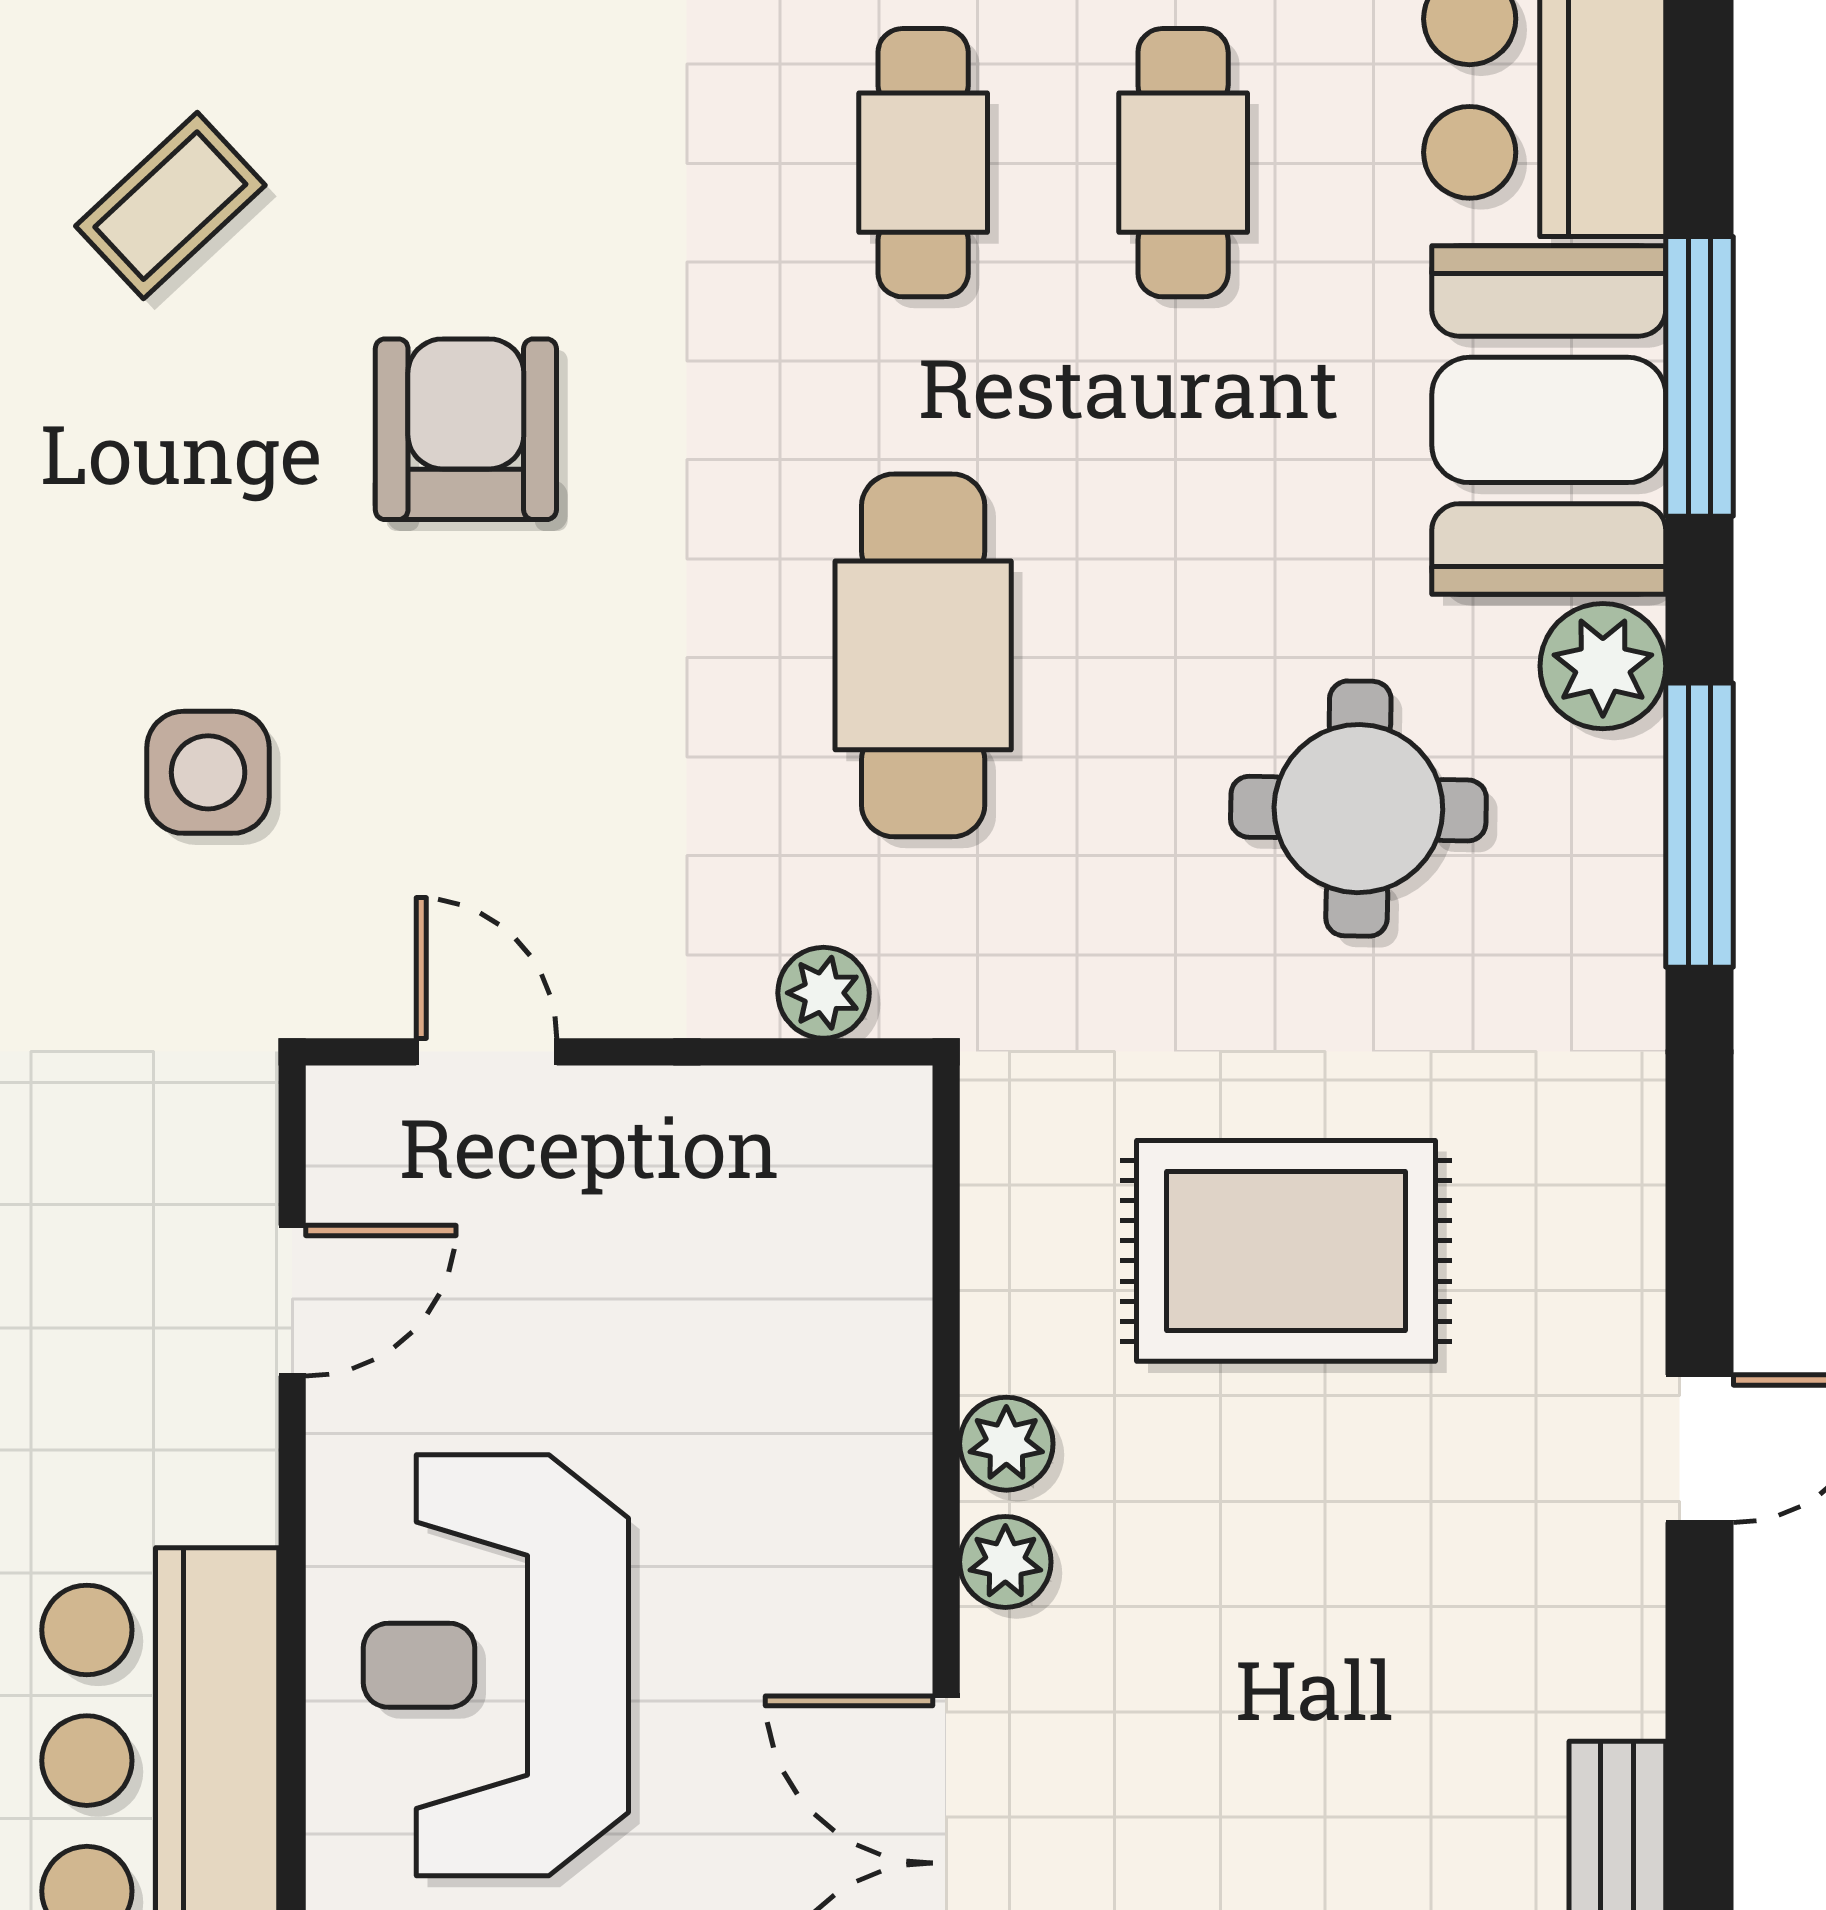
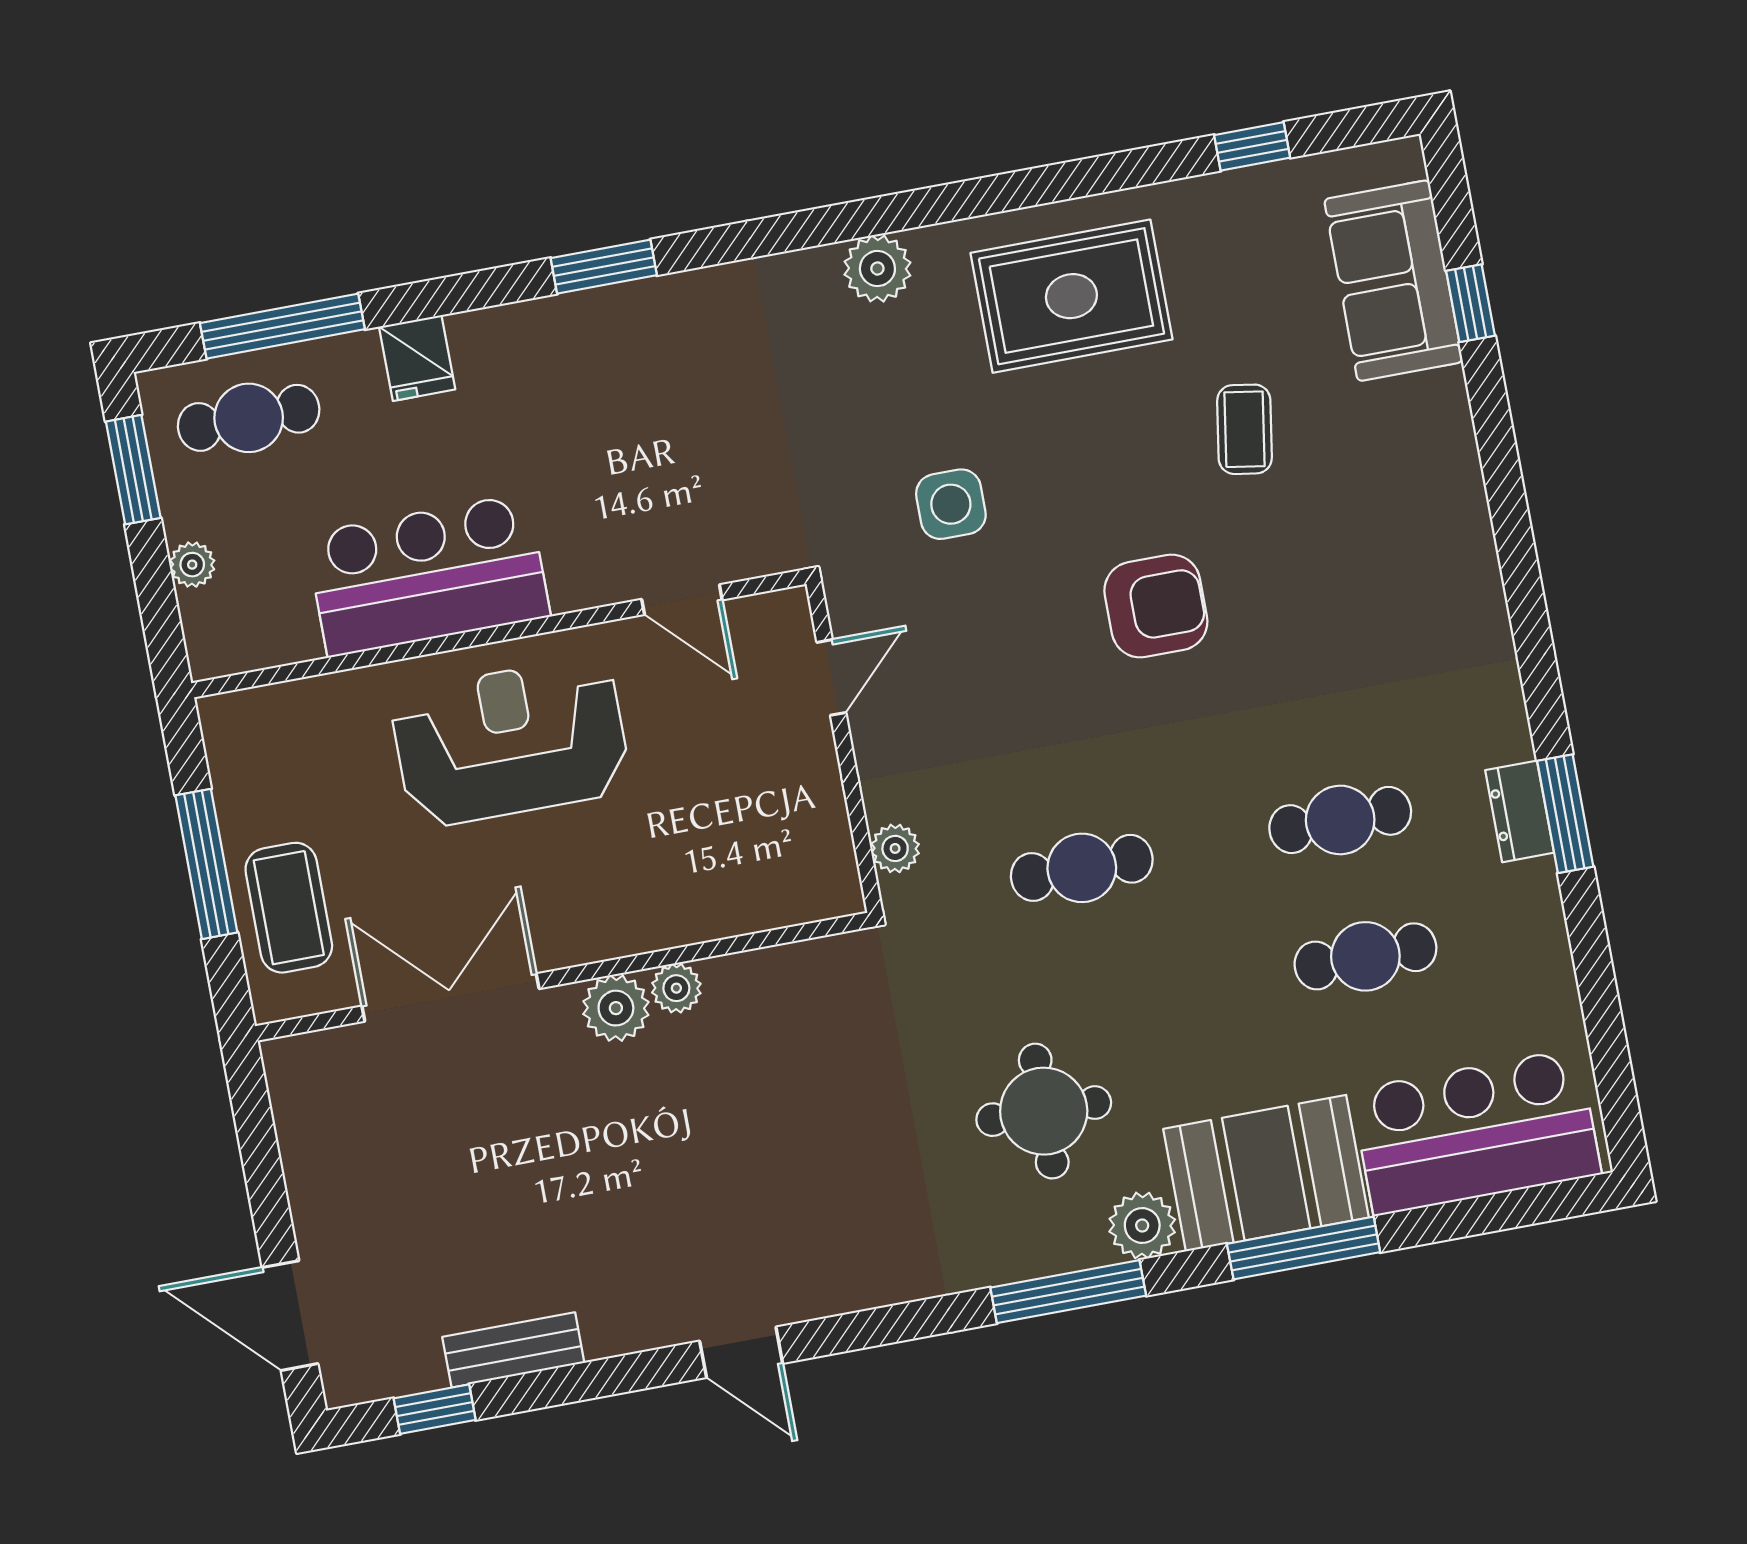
coffee table: (170, 206) -> (1244, 429), turned 52
cafe table: (923, 655) -> (1082, 868), width x0.73, depth x0.74
rug: (1286, 1251) -> (805, 1116), removed
plant: (1005, 1562) -> (616, 1008), width x1.38, depth x1.38

